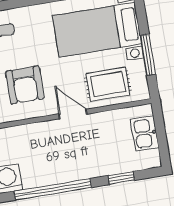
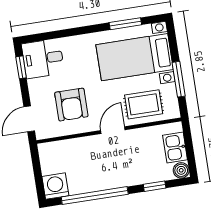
door: (73, 114) -> (113, 130), hinge flipped
boiler: (152, 159) -> (181, 170), added

